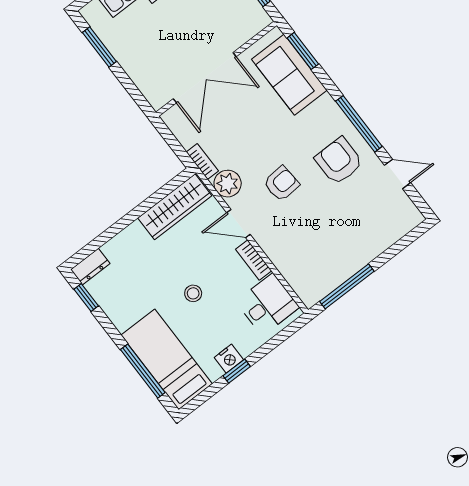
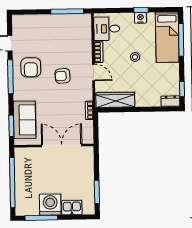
plant: (228, 184) -> (85, 93), removed

